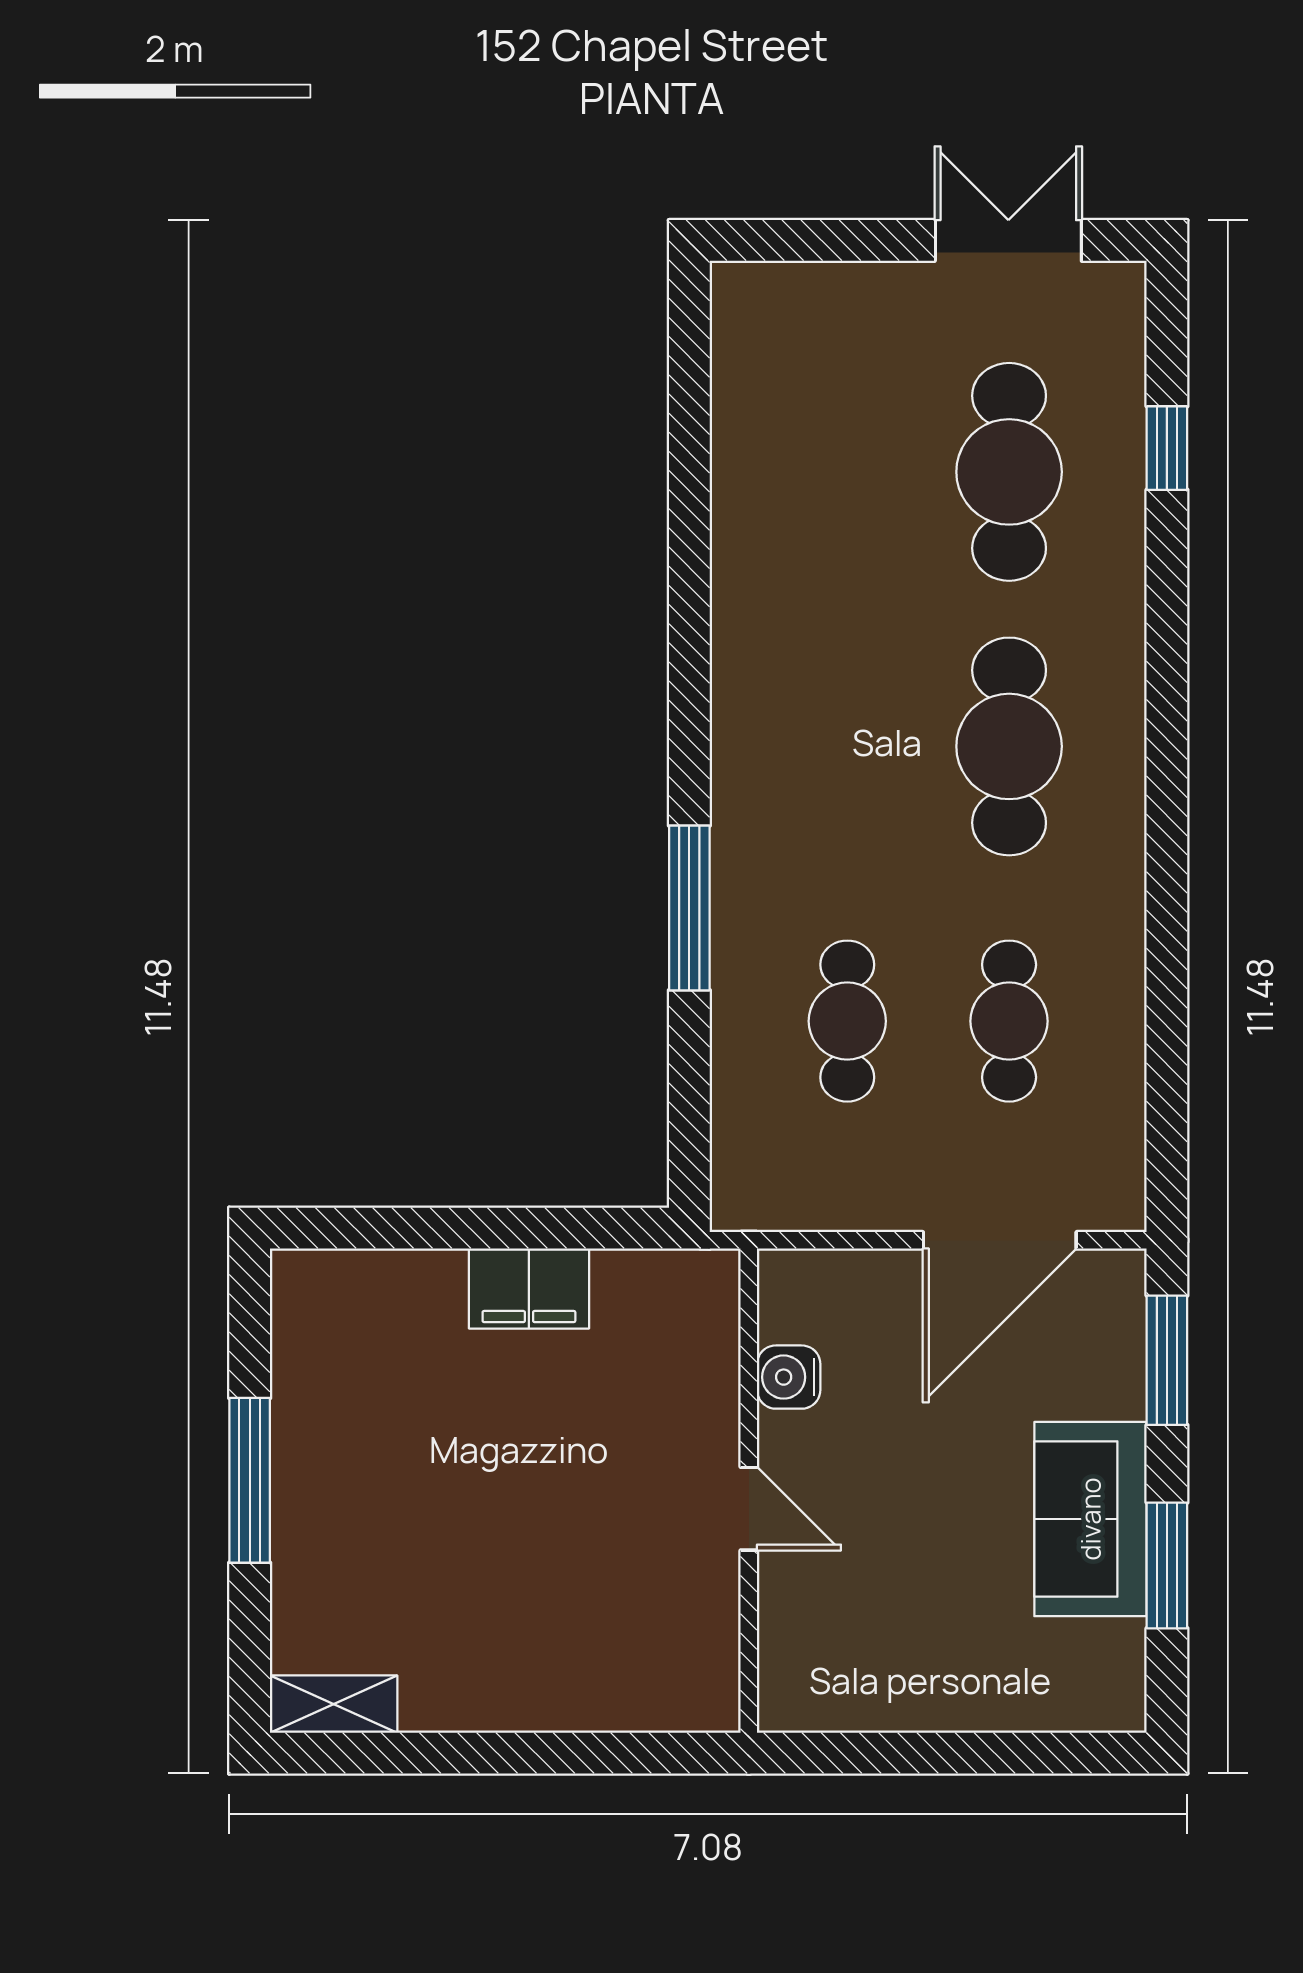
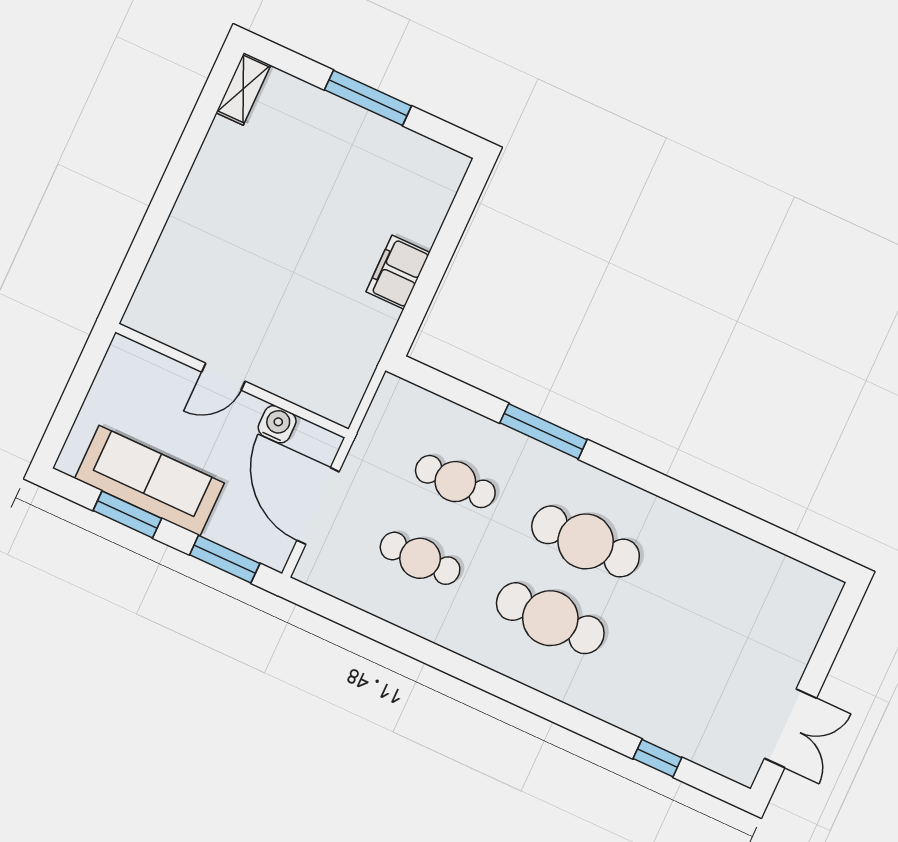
cafe table: (1009, 472) -> (586, 541), moved
water cooler: (789, 1377) -> (277, 424), moved
wall: (749, 1491) -> (232, 381), moved
door: (749, 1509) -> (223, 377), moved
sofa: (1090, 1519) -> (149, 481), width x1.36

